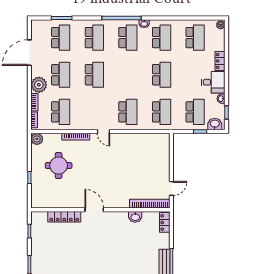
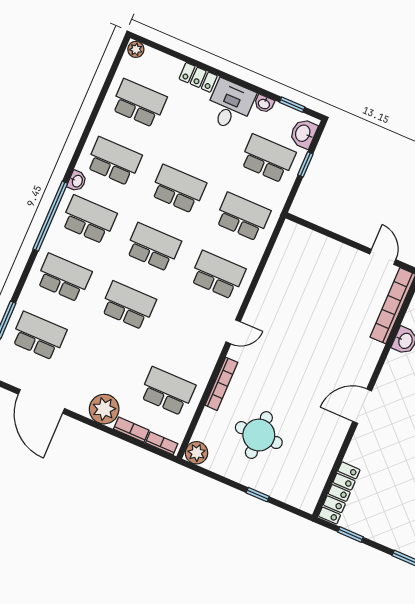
school desk: (61, 75) -> (153, 247), moved
locker: (64, 217) -> (339, 493), moved

